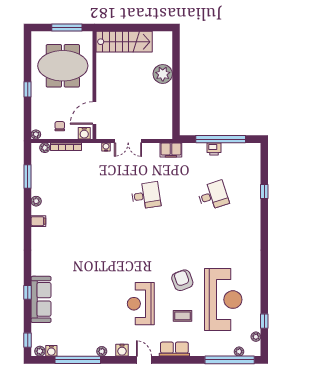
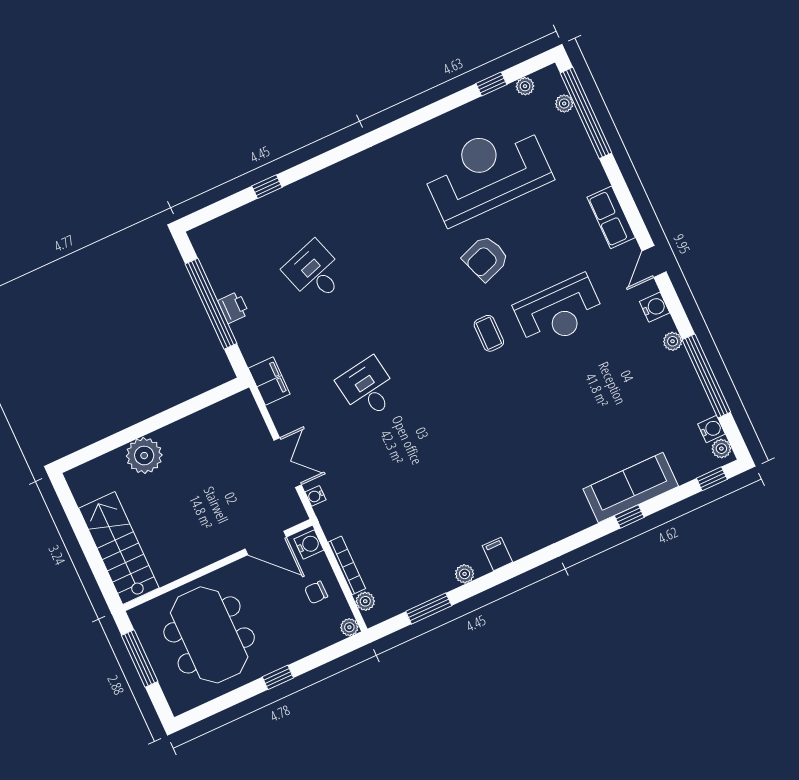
coffee table: (183, 316) -> (489, 333), moved

